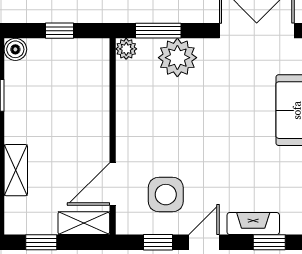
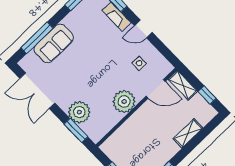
plant: (126, 49) -> (124, 102), moved, width x1.87, depth x1.87
side table: (166, 195) -> (139, 63), width x0.54, depth x0.54
window: (158, 242) -> (161, 48), removed

